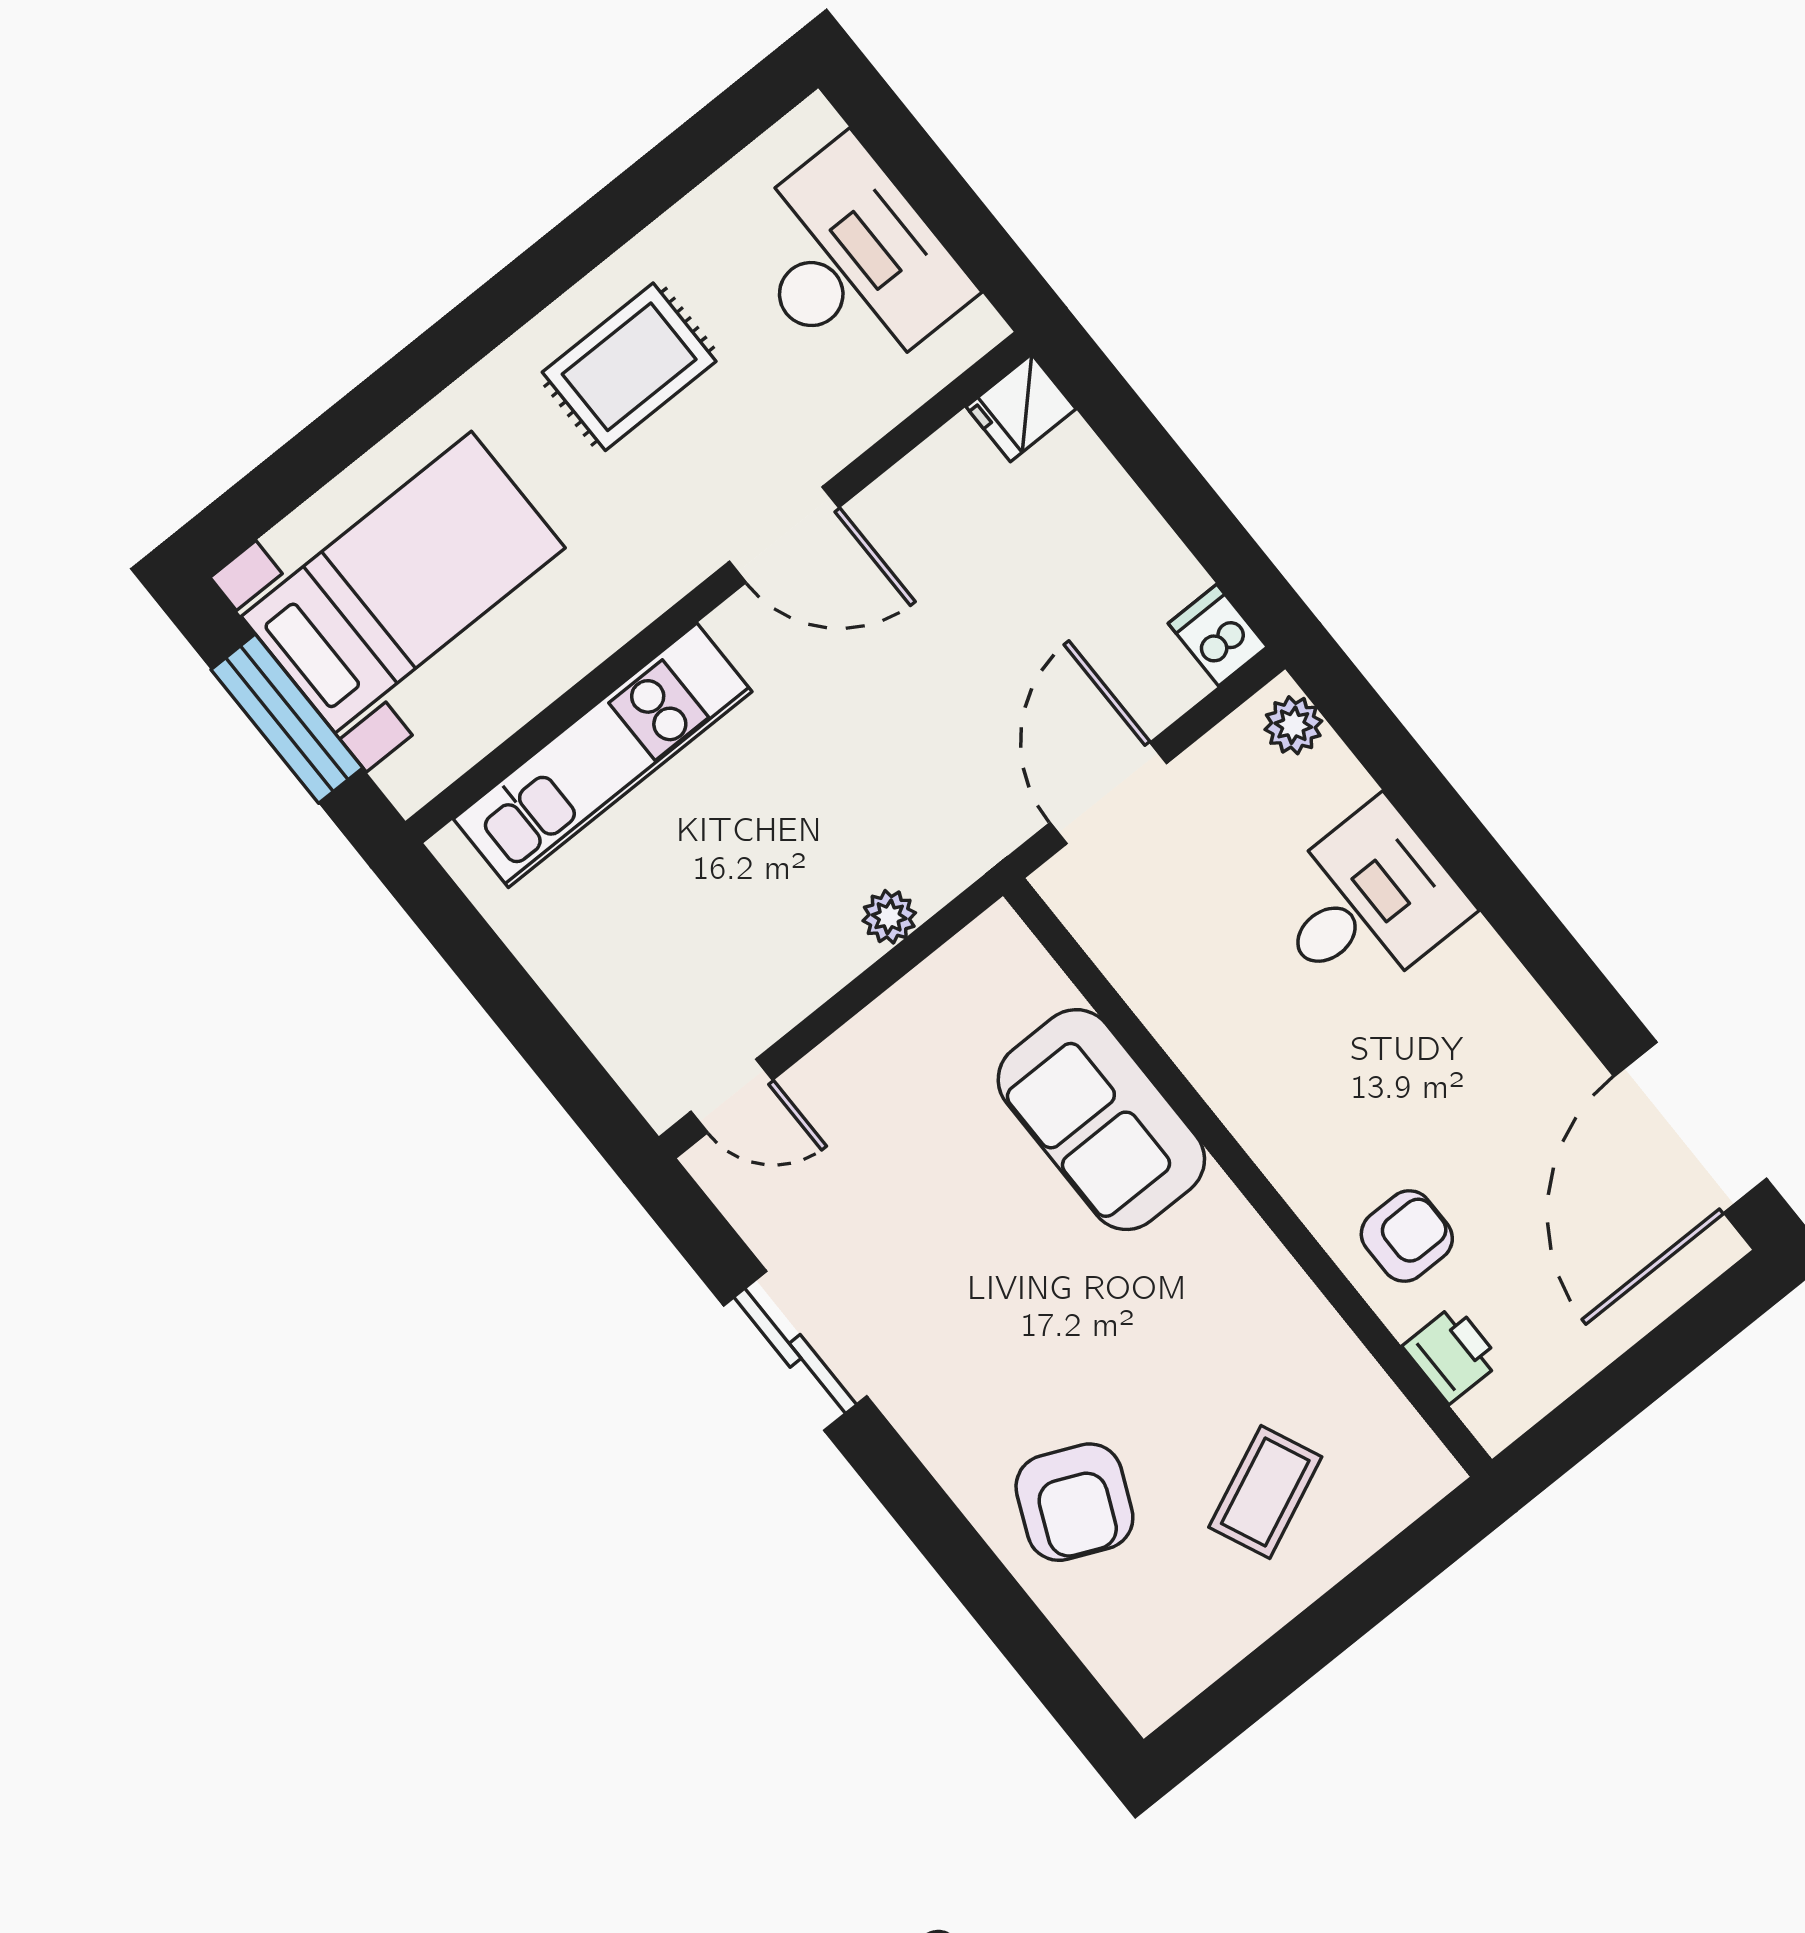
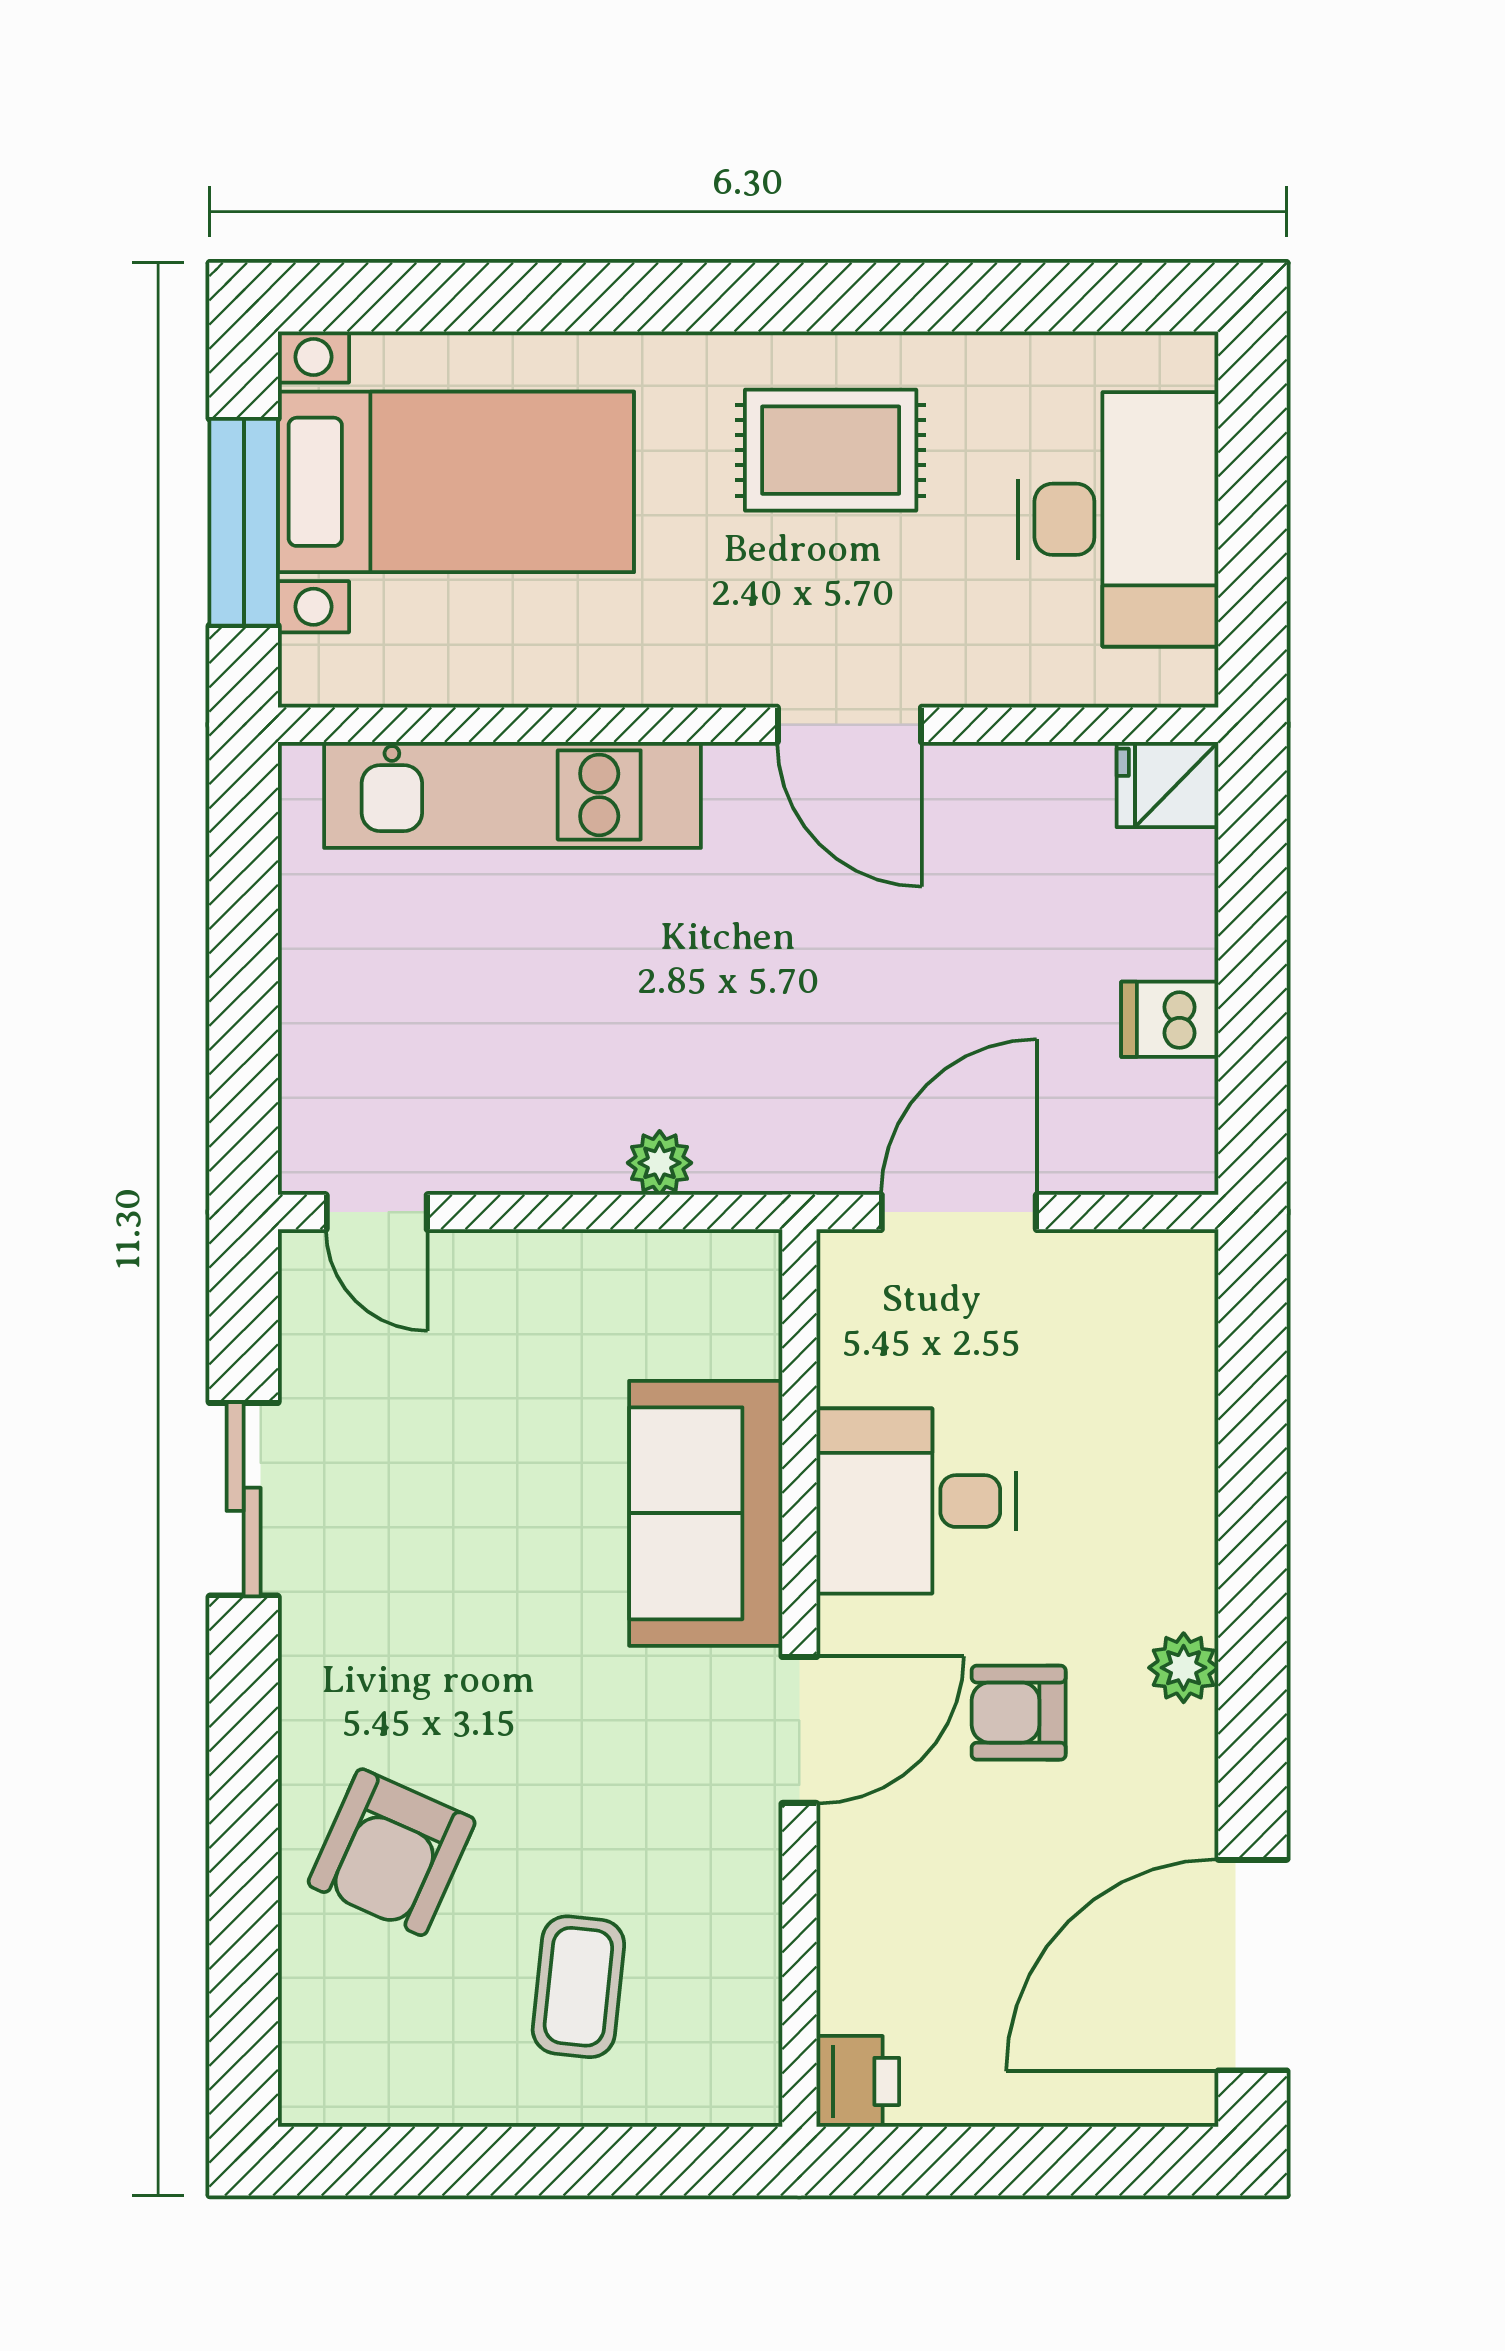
dishwasher: (1218, 635) -> (1170, 1019), moved, turned -90
plant: (1293, 725) -> (1184, 1668), moved
desk: (1367, 902) -> (916, 1501), moved, turned 180
door: (1275, 1211) -> (799, 1730), added
armchair: (1407, 1236) -> (1019, 1713), moved, turned 180
printer: (1452, 1354) -> (858, 2081), moved
coffee table: (1265, 1492) -> (578, 1987), turned -60

